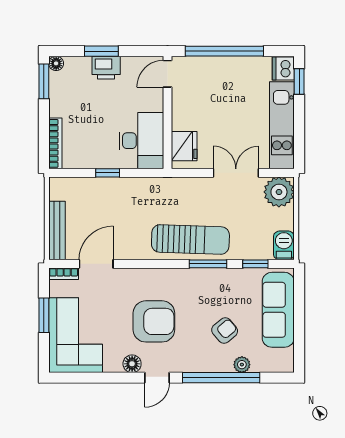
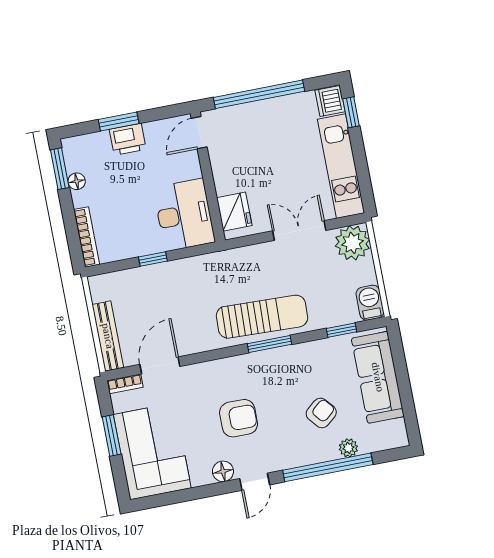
floor lamp: (56, 63) -> (77, 181), moved
window: (208, 264) -> (269, 344), moved
armchair: (154, 321) -> (239, 418), width x0.73, depth x0.73

